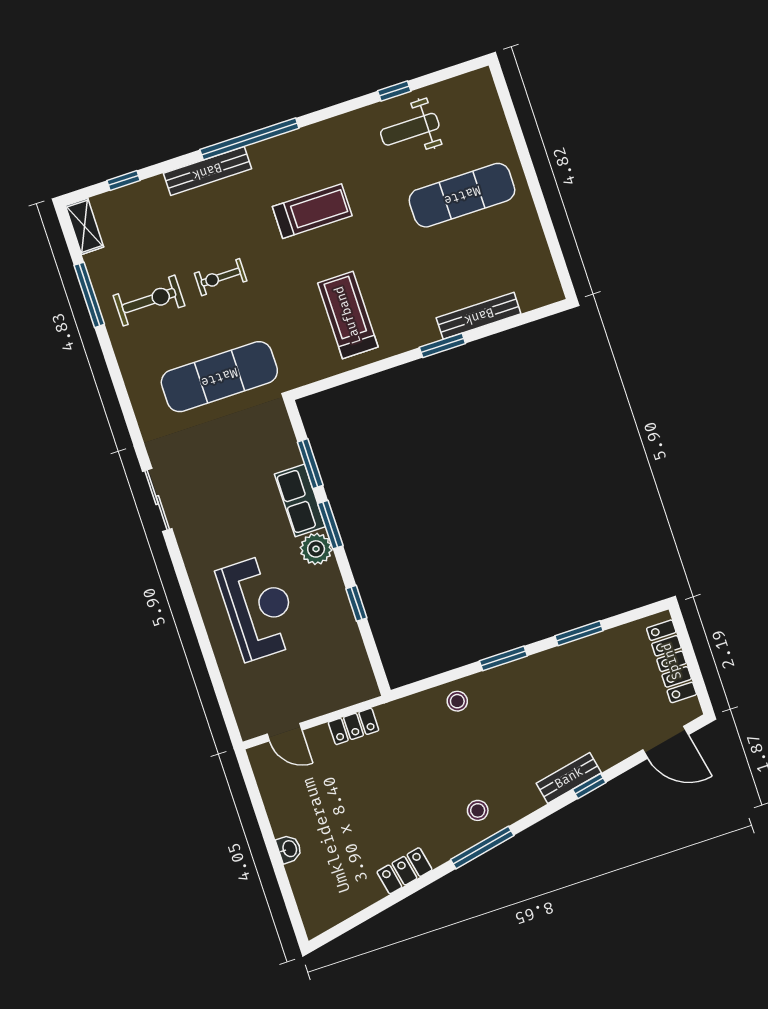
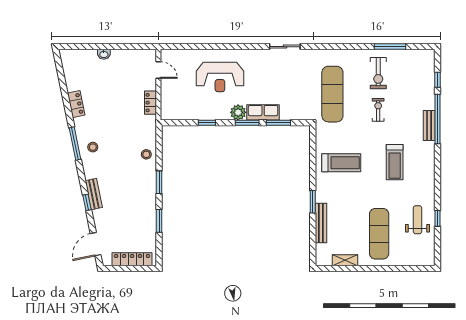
window: (249, 139) -> (438, 119), moved
bench: (207, 171) -> (429, 125), width x0.73
shelving: (85, 226) -> (345, 260), moved
door: (285, 732) -> (158, 70), swing flipped

